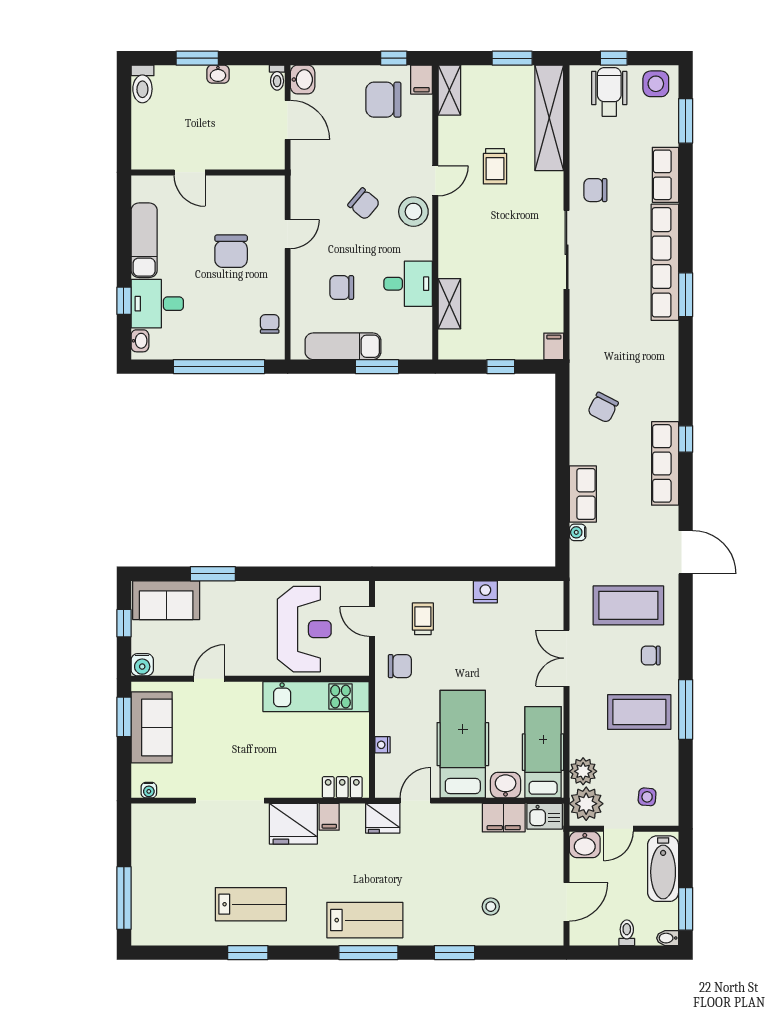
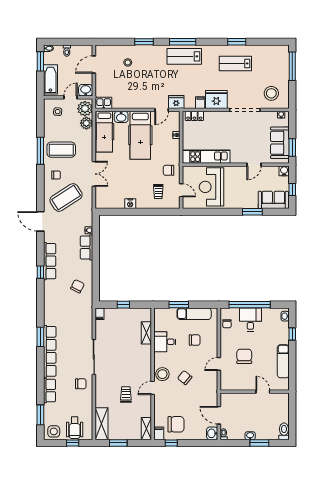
shelving: (549, 118) -> (102, 424), width x0.68
desk: (157, 304) -> (250, 319), moved, turned -90
coffee table: (628, 605) -> (66, 198), turned -33
filing cabinet: (504, 818) -> (122, 102), removed
stool: (171, 838) -> (271, 93), added

